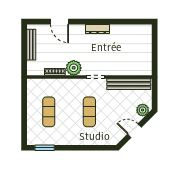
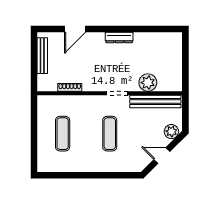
door: (60, 22) -> (75, 29), hinge flipped
plant: (74, 68) -> (148, 83), moved
window: (45, 148) -> (58, 175), removed

